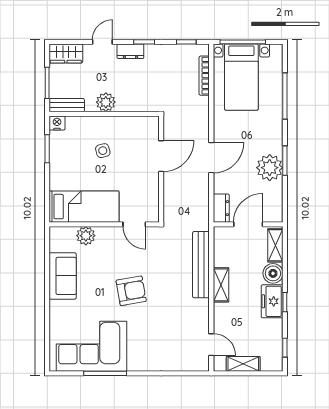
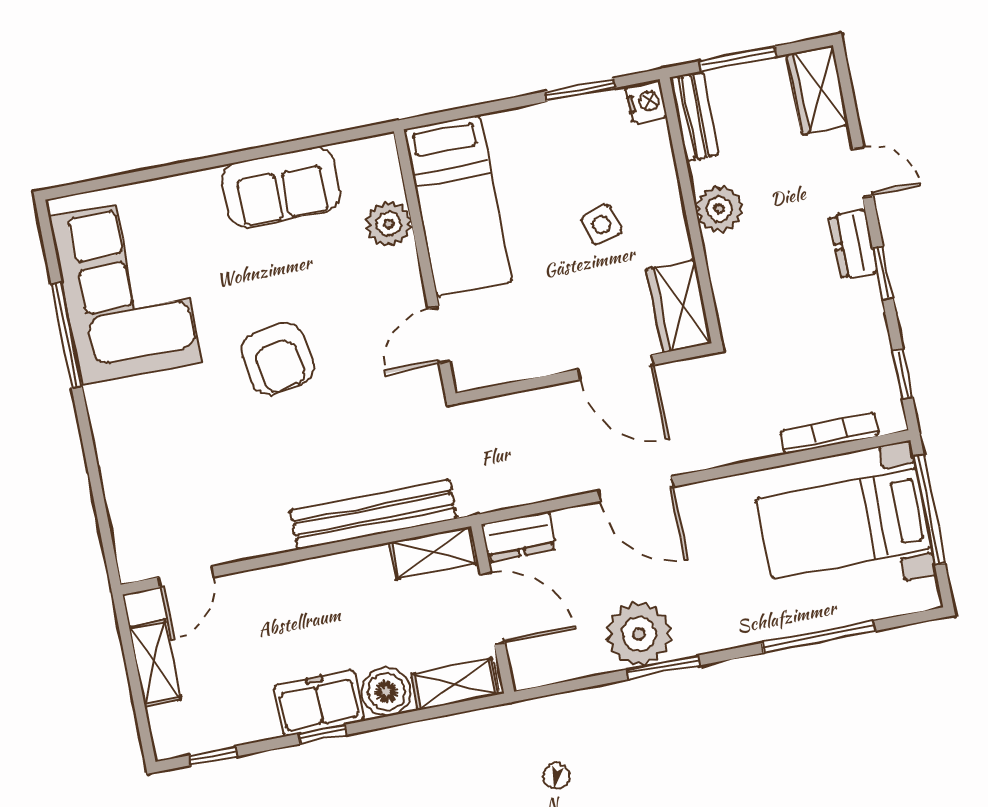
wardrobe: (142, 126) -> (679, 306), added
shelving: (221, 285) -> (434, 553), moved

